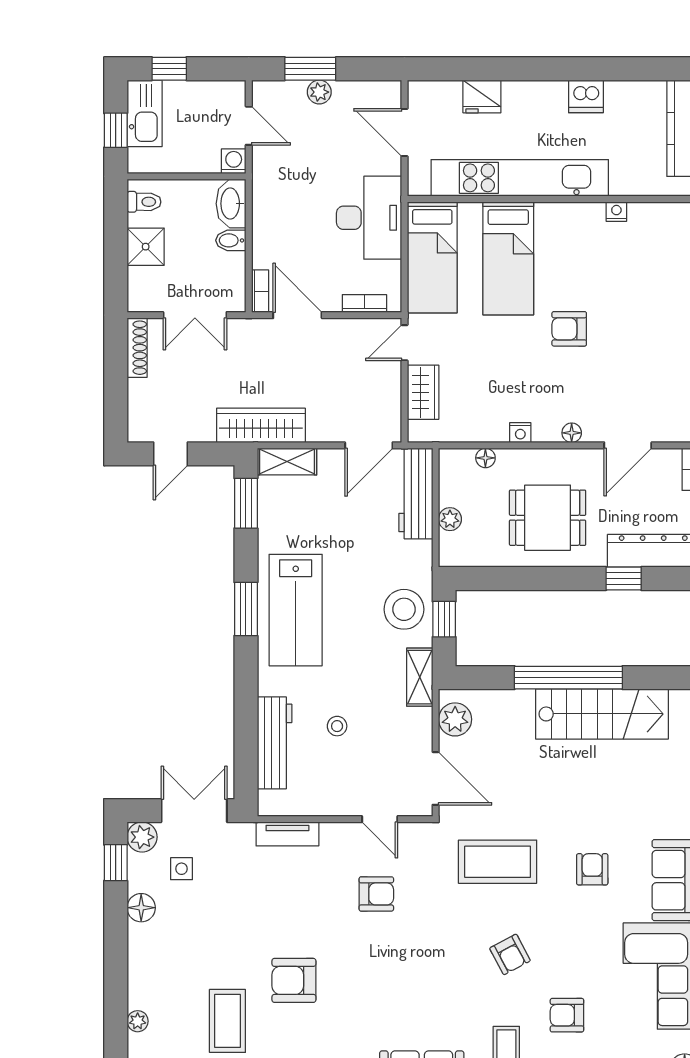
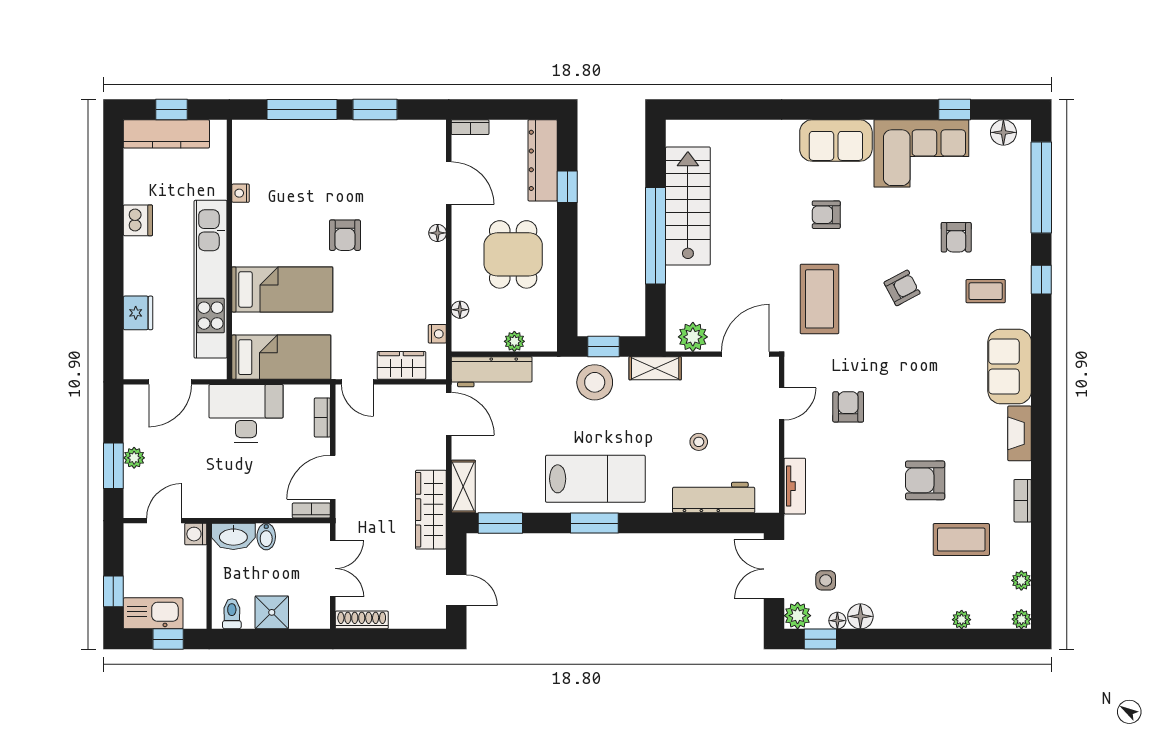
nightstand: (520, 433) -> (437, 334), moved
floor lamp: (136, 882) -> (837, 621), added
armchair: (294, 980) -> (925, 480), turned 90

